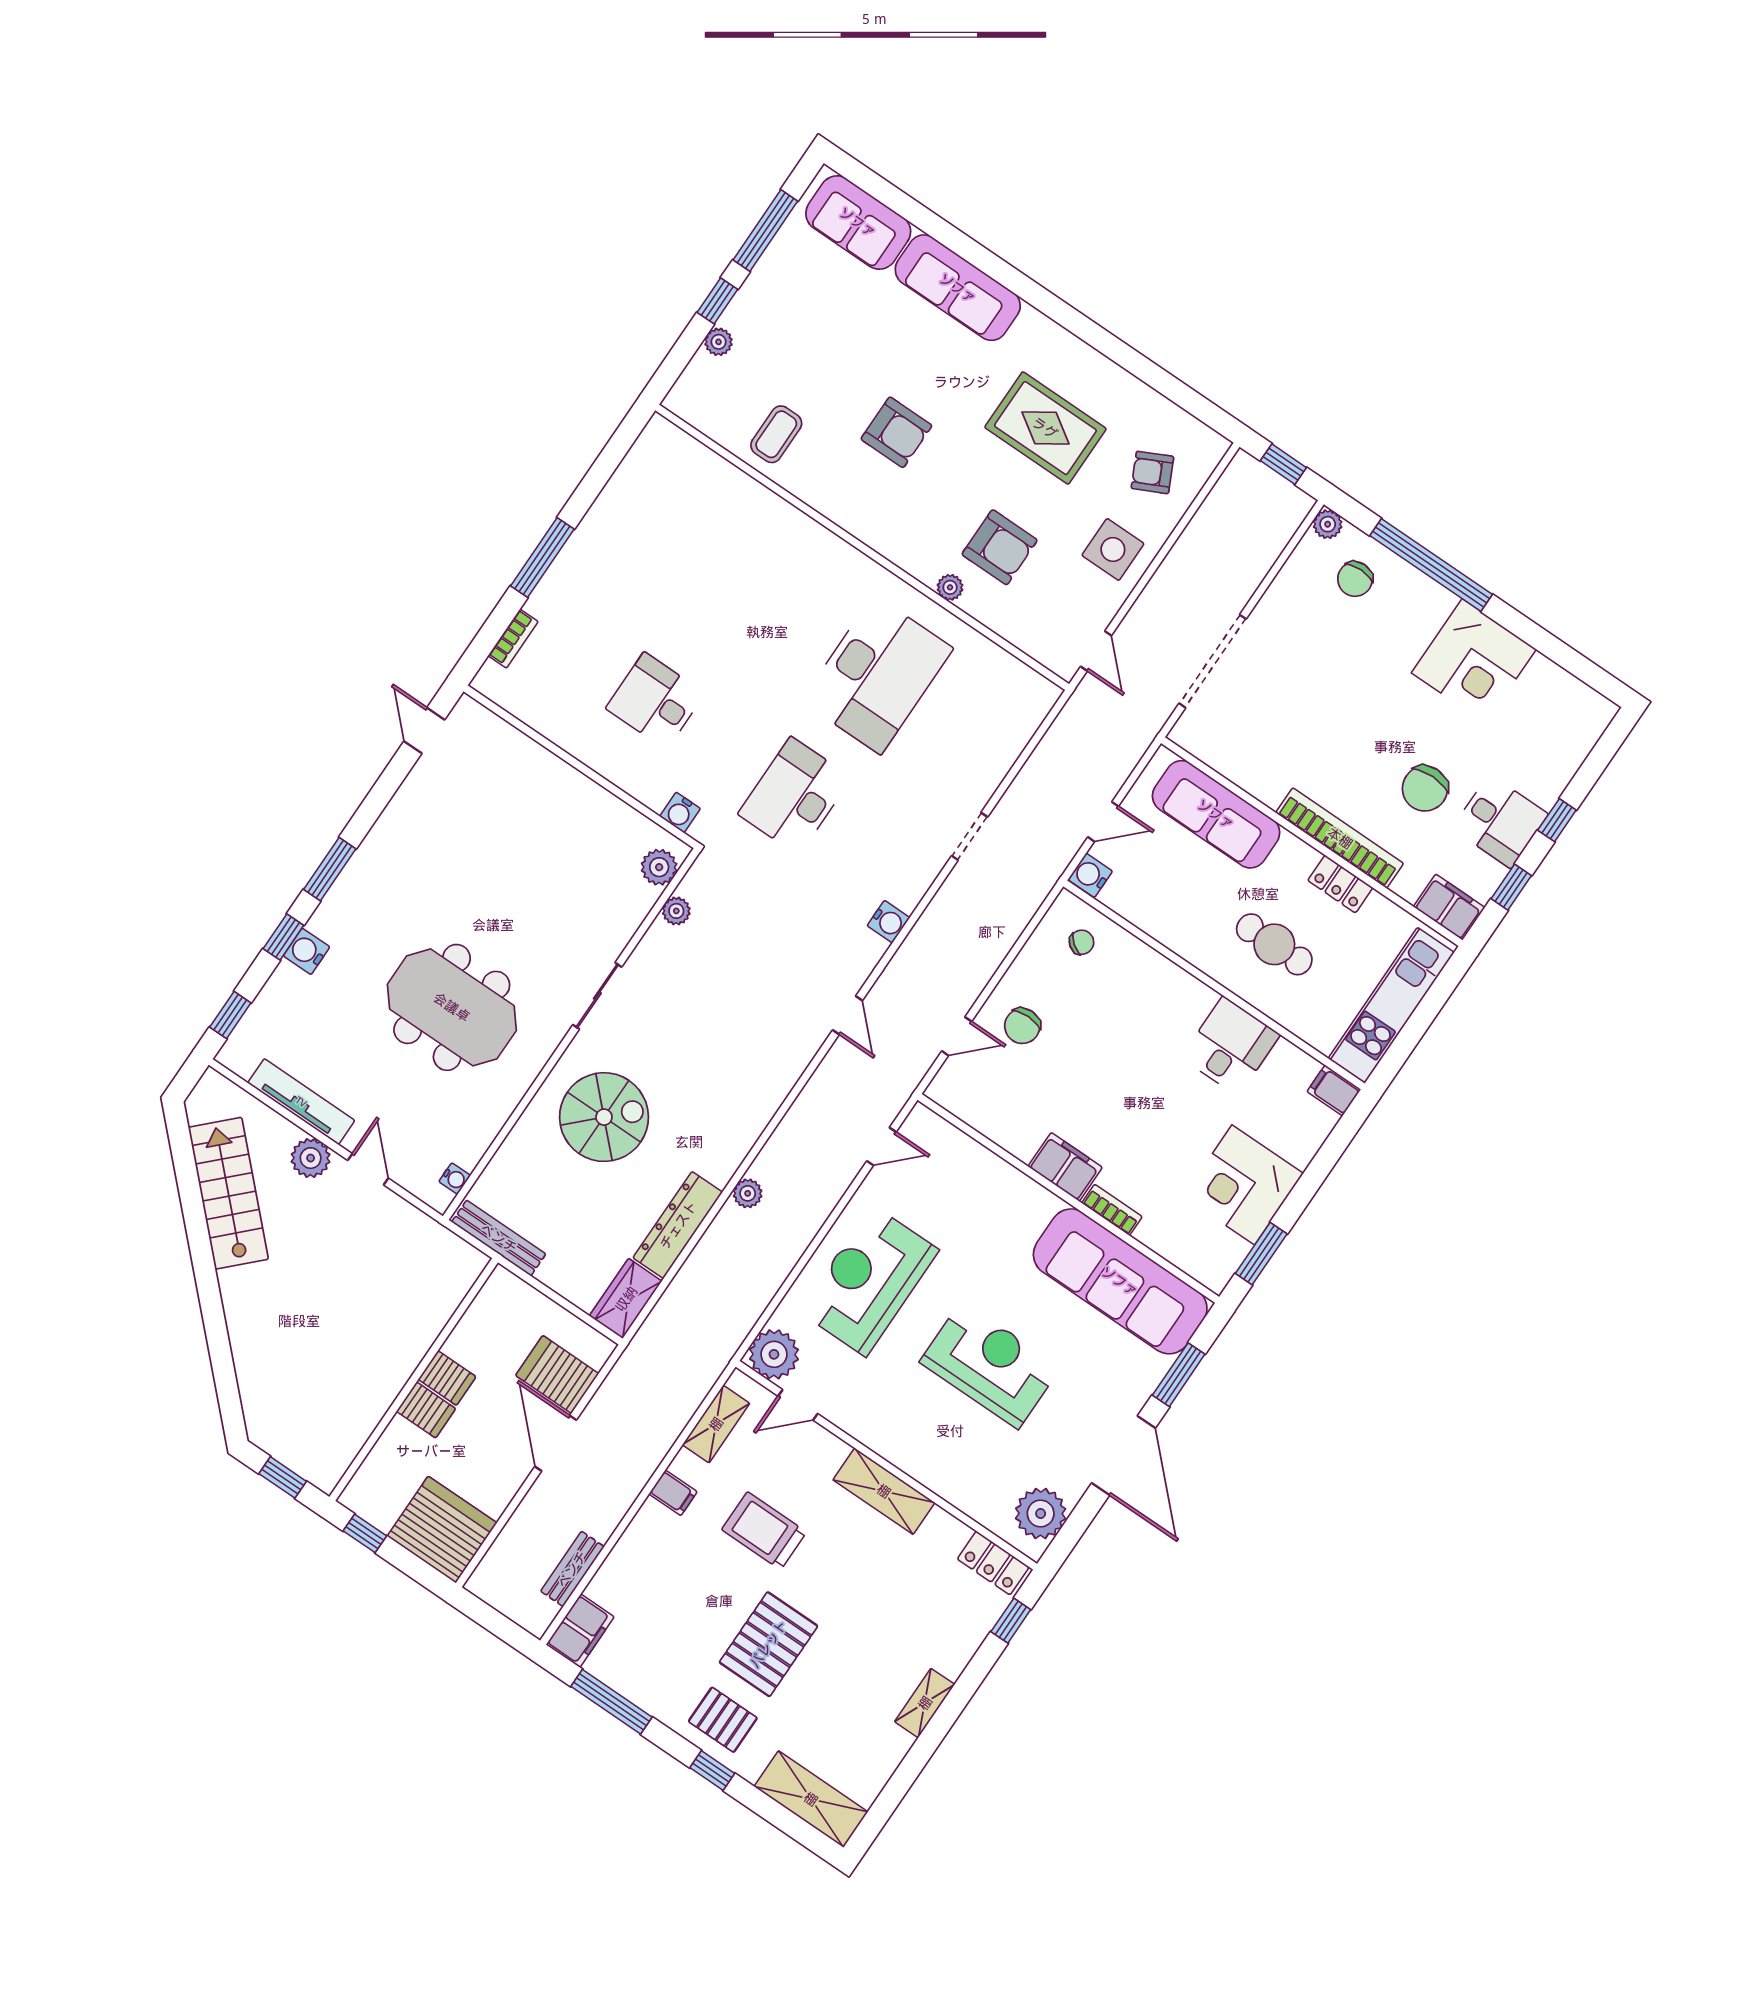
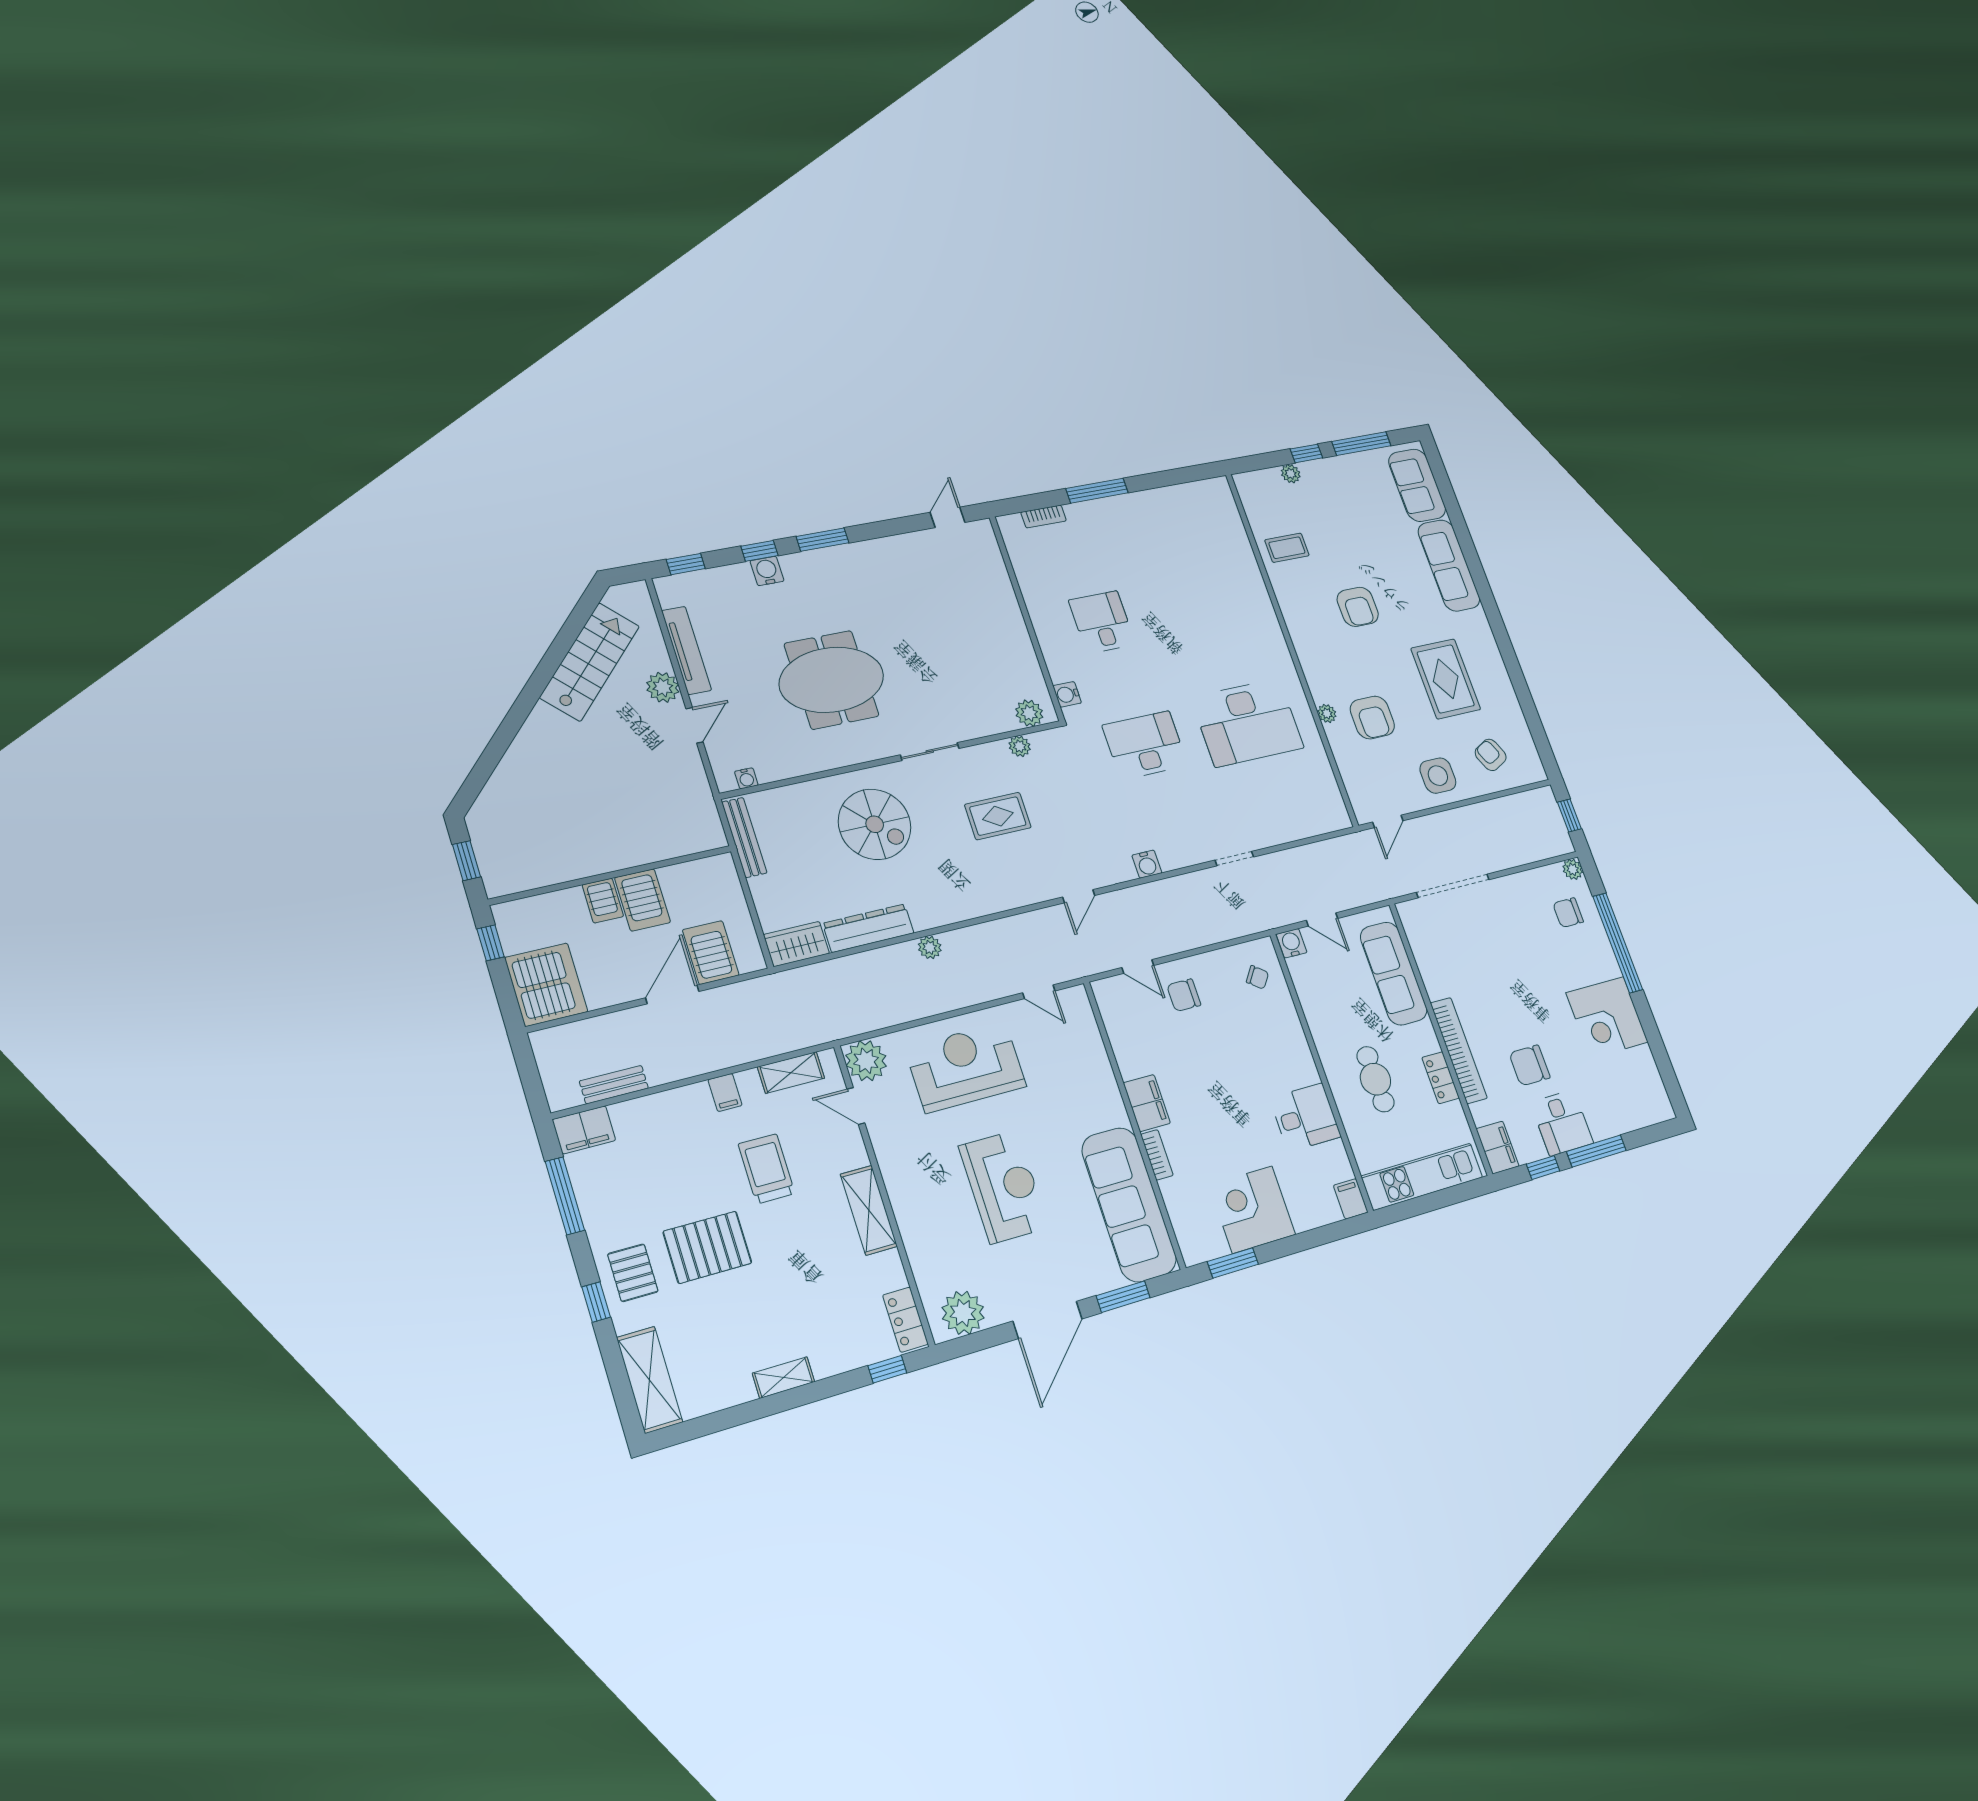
window: (1557, 820) -> (1596, 1151), width x2.17
rug: (710, 1003) -> (998, 816), added
meeting table: (452, 1007) -> (832, 680), turned 90
server rack: (447, 1378) -> (643, 900), width x1.36, depth x1.44

